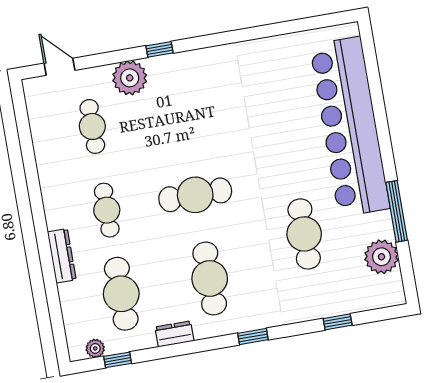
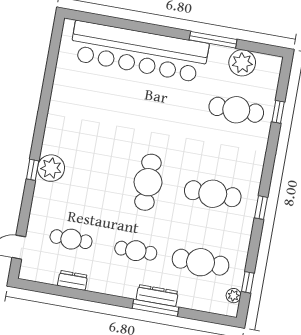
plant: (130, 78) -> (51, 168), moved
cafe table: (304, 234) -> (236, 110), moved
window: (46, 259) -> (155, 308), added
dresser: (174, 334) -> (73, 280), moved, turned 90
window: (253, 336) -> (261, 208), moved

